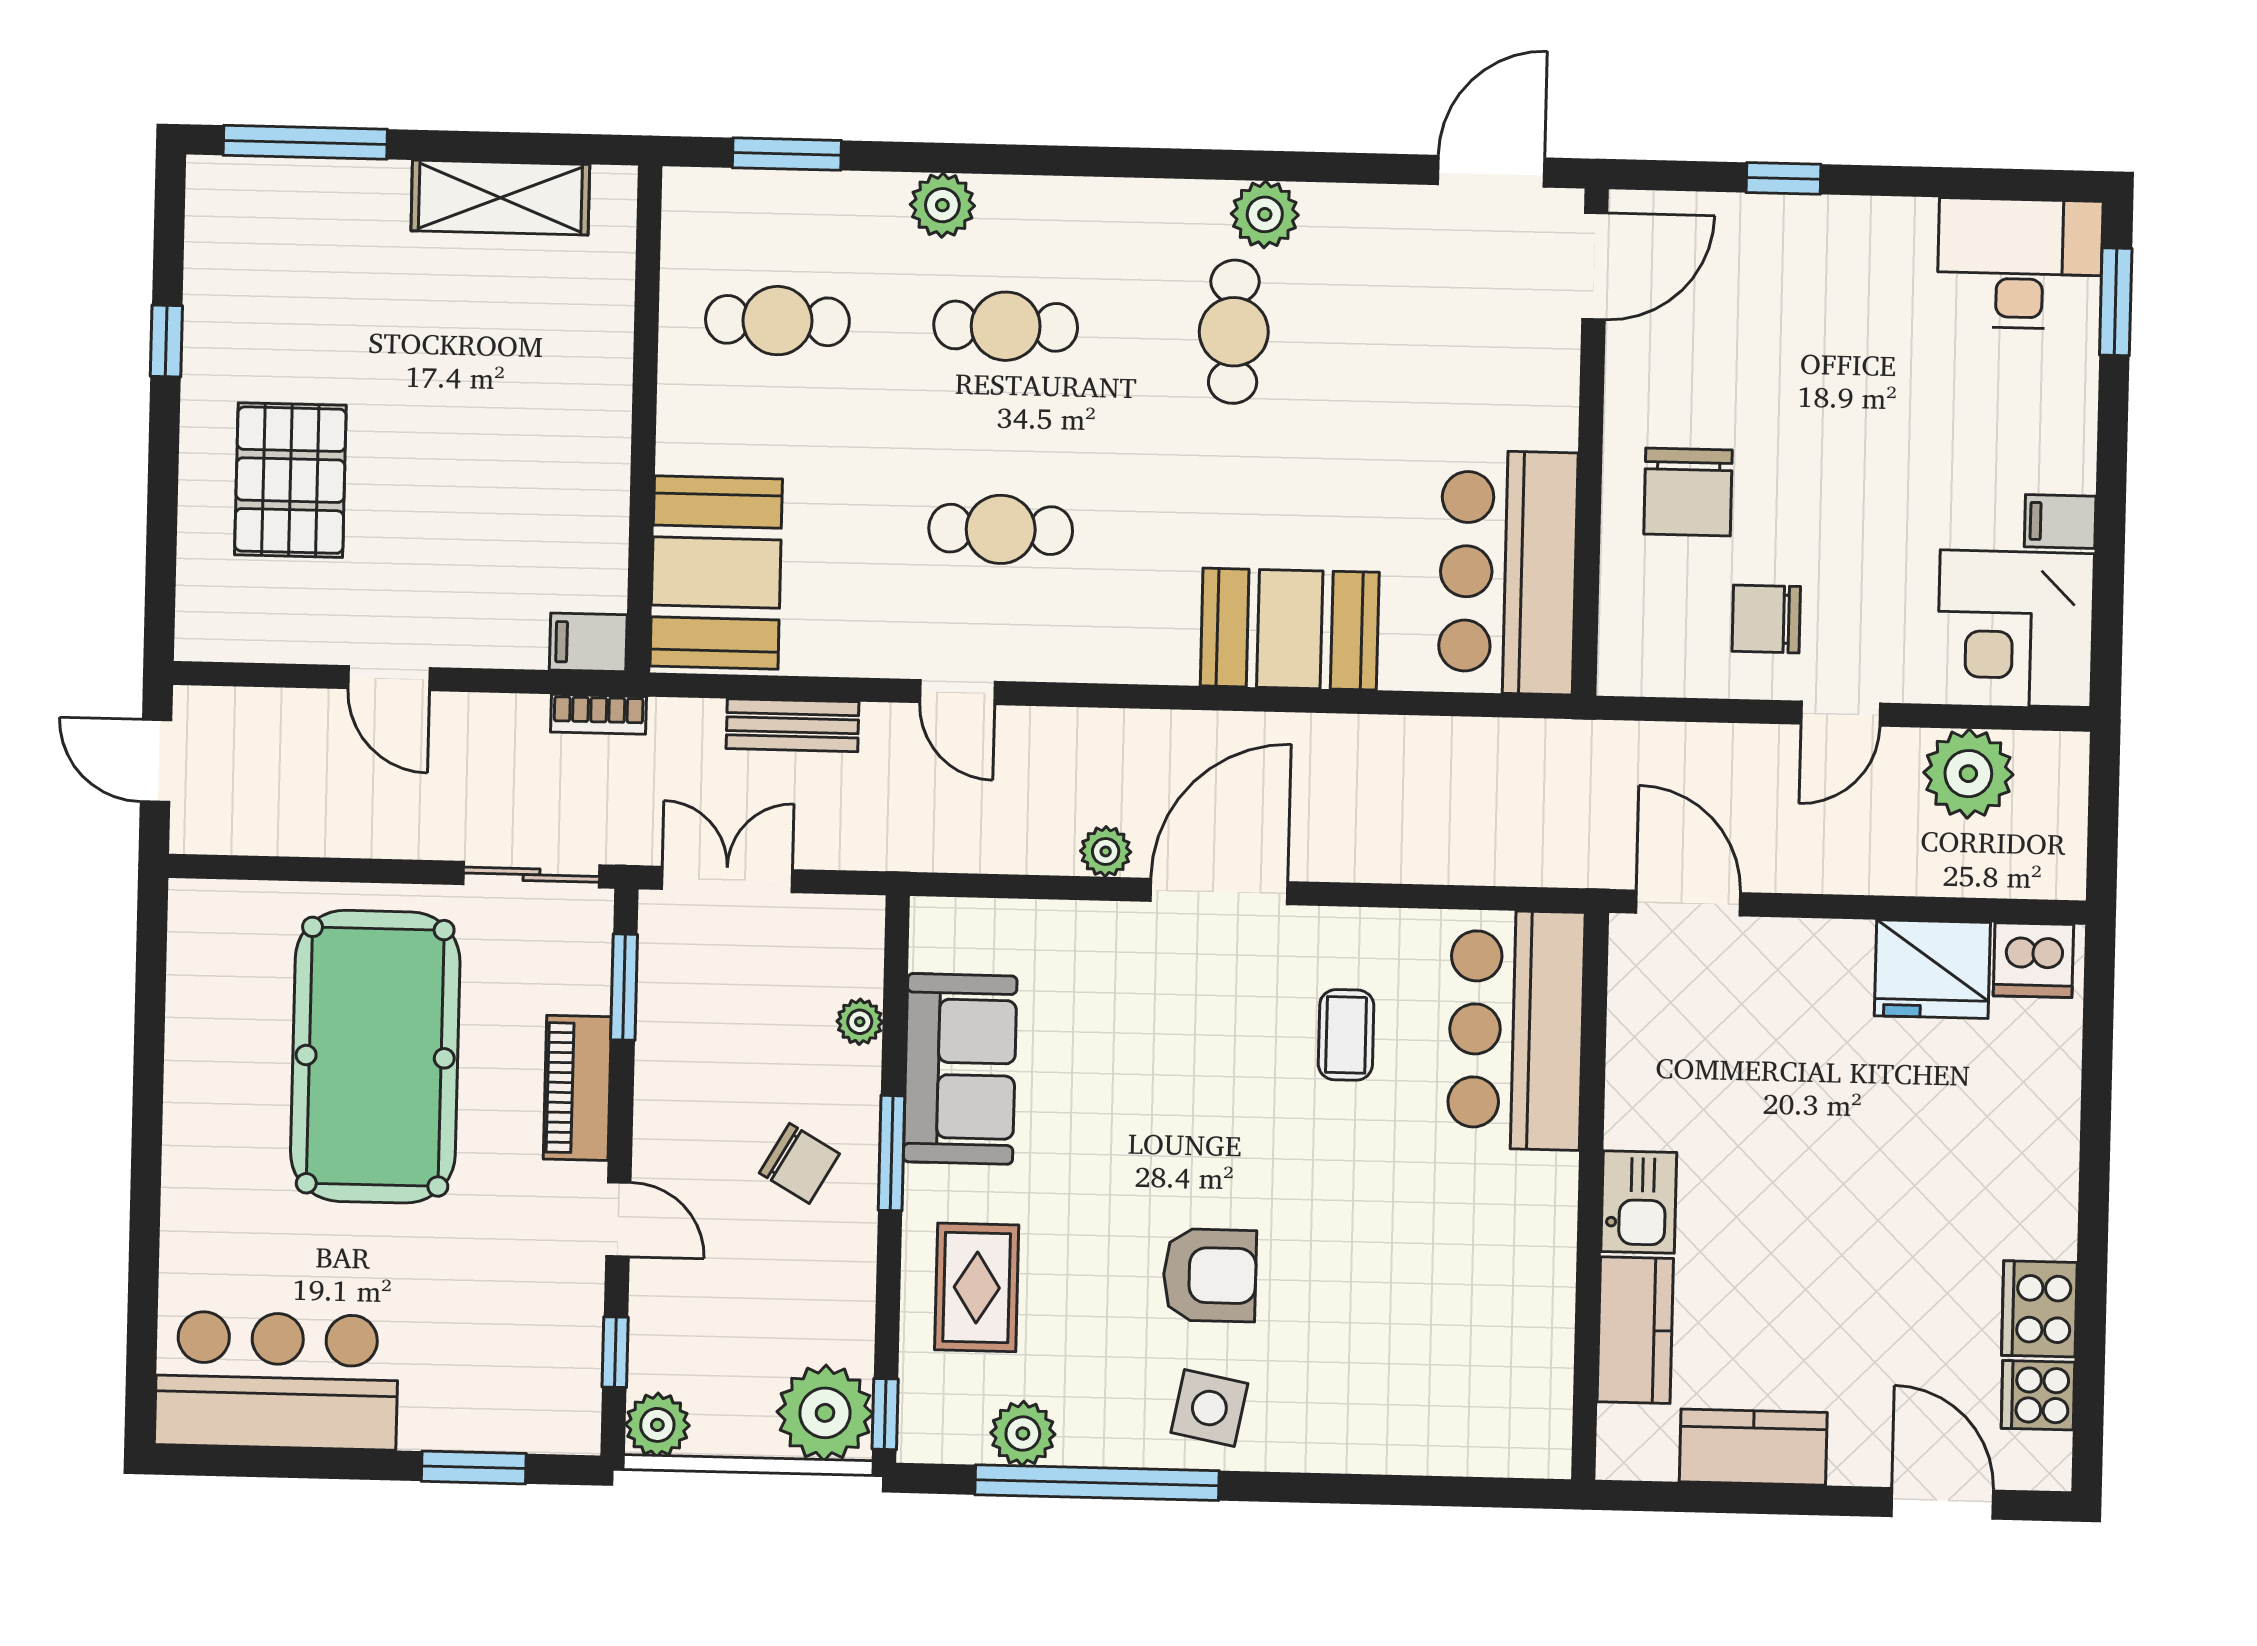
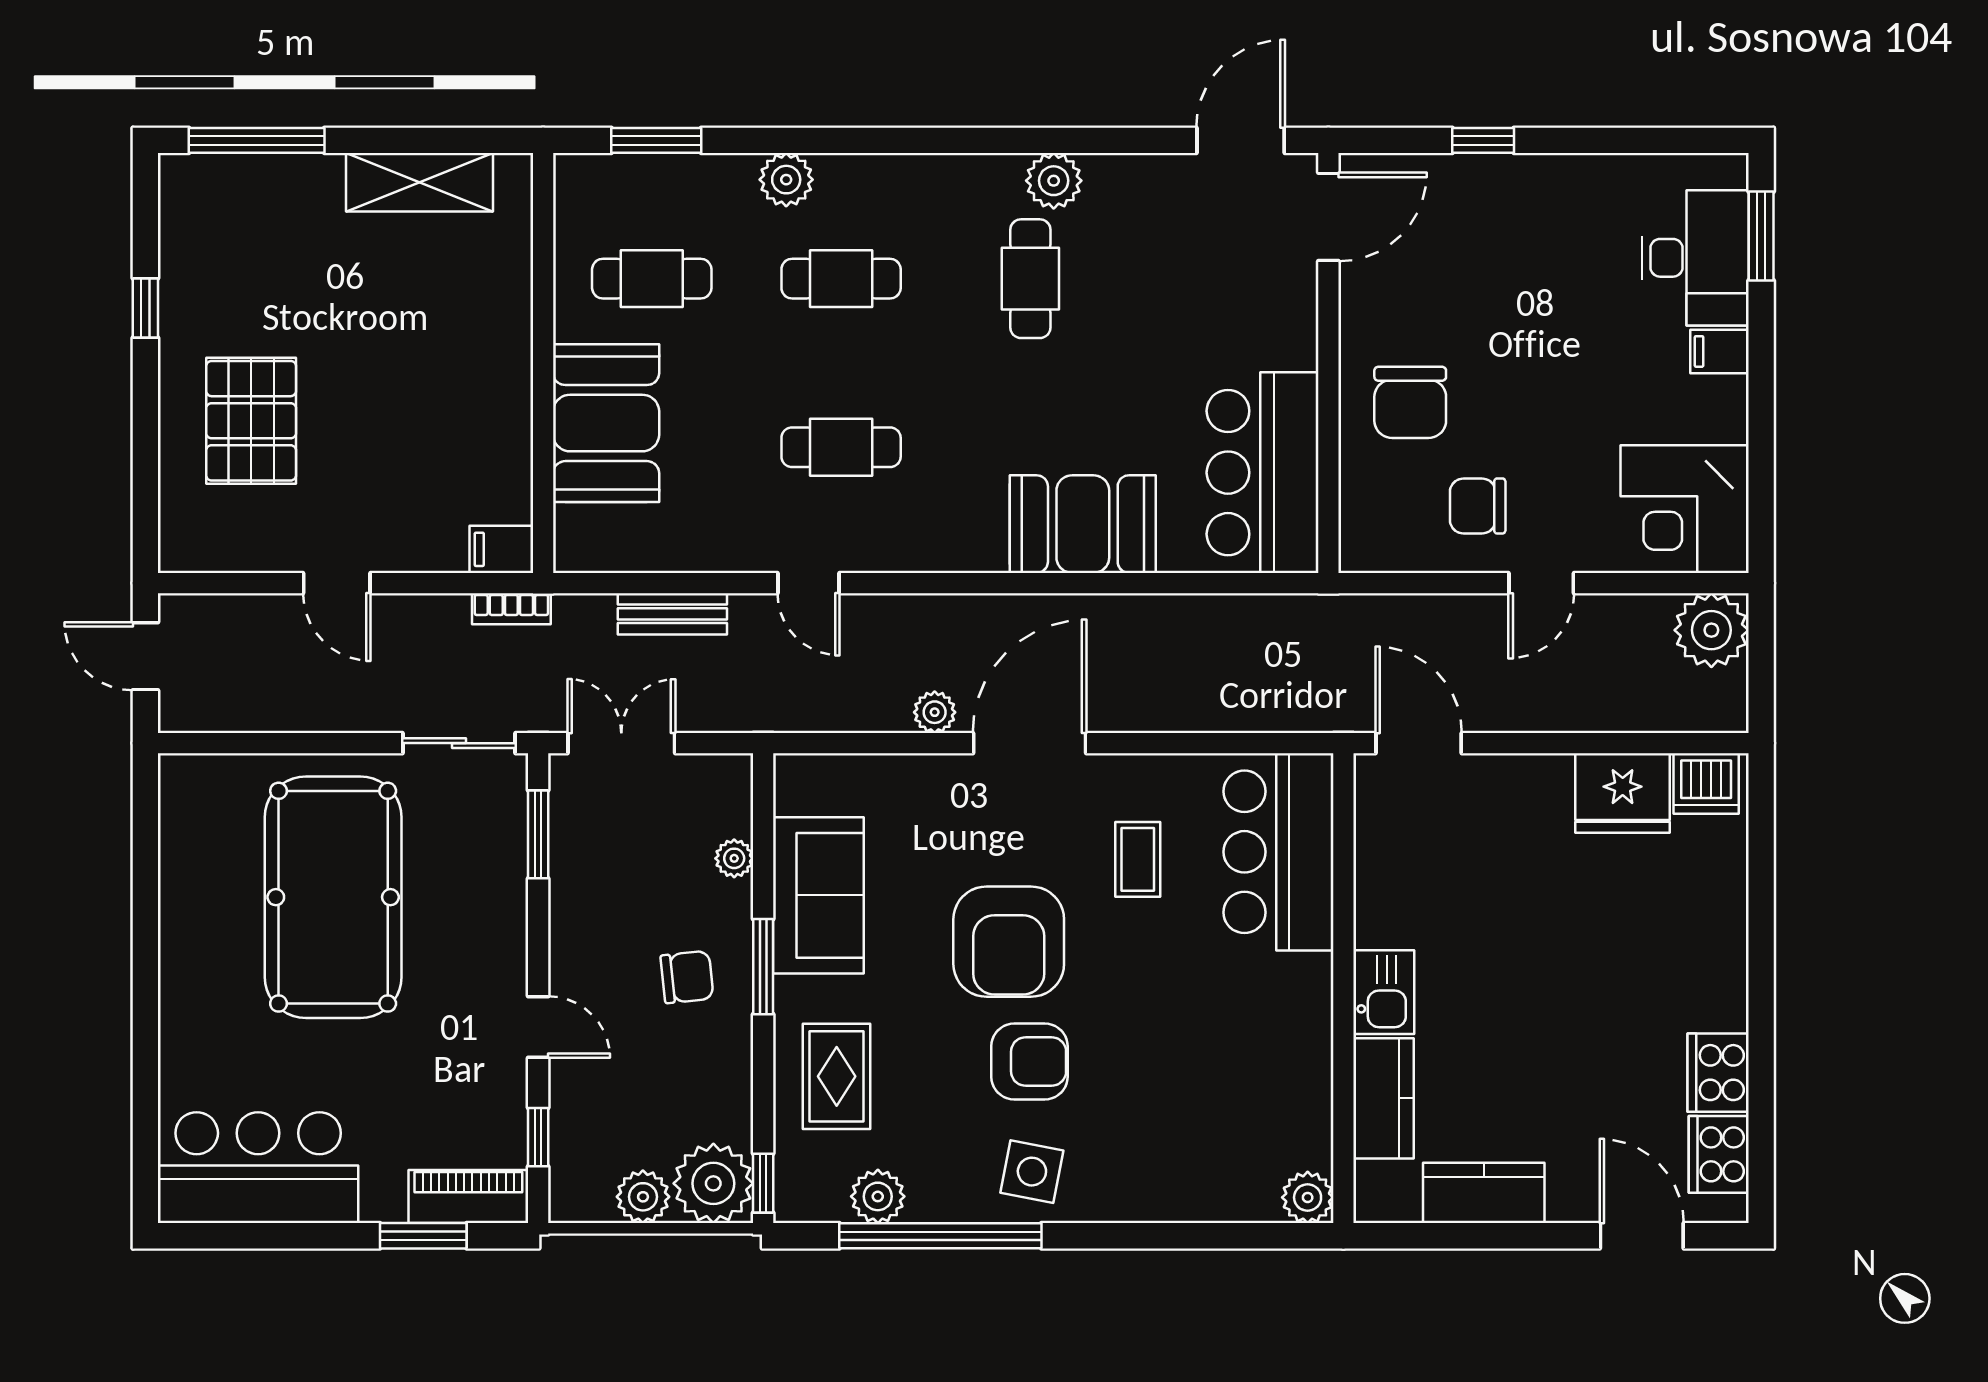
desk: (2020, 263) -> (1695, 258), moved, turned 90
filing cabinet: (2060, 522) -> (1719, 351), moved
booth: (716, 572) -> (606, 423), moved
plant: (1968, 774) -> (1711, 630), moved
piano: (577, 1088) -> (468, 1197), moved, turned 90
armchair: (1188, 1130) -> (1009, 942), added
chair: (799, 1163) -> (687, 977), turned -36
cooker: (2038, 1395) -> (1719, 1154), width x1.36
plant: (657, 1425) -> (643, 1197), moved
plant: (1541, 1447) -> (1308, 1197), added

